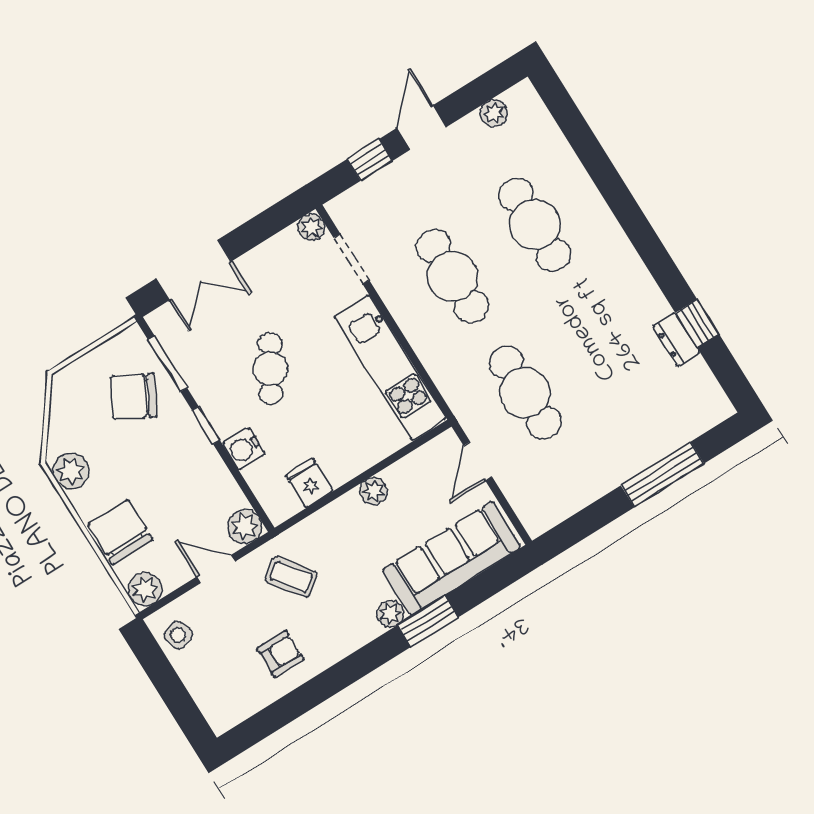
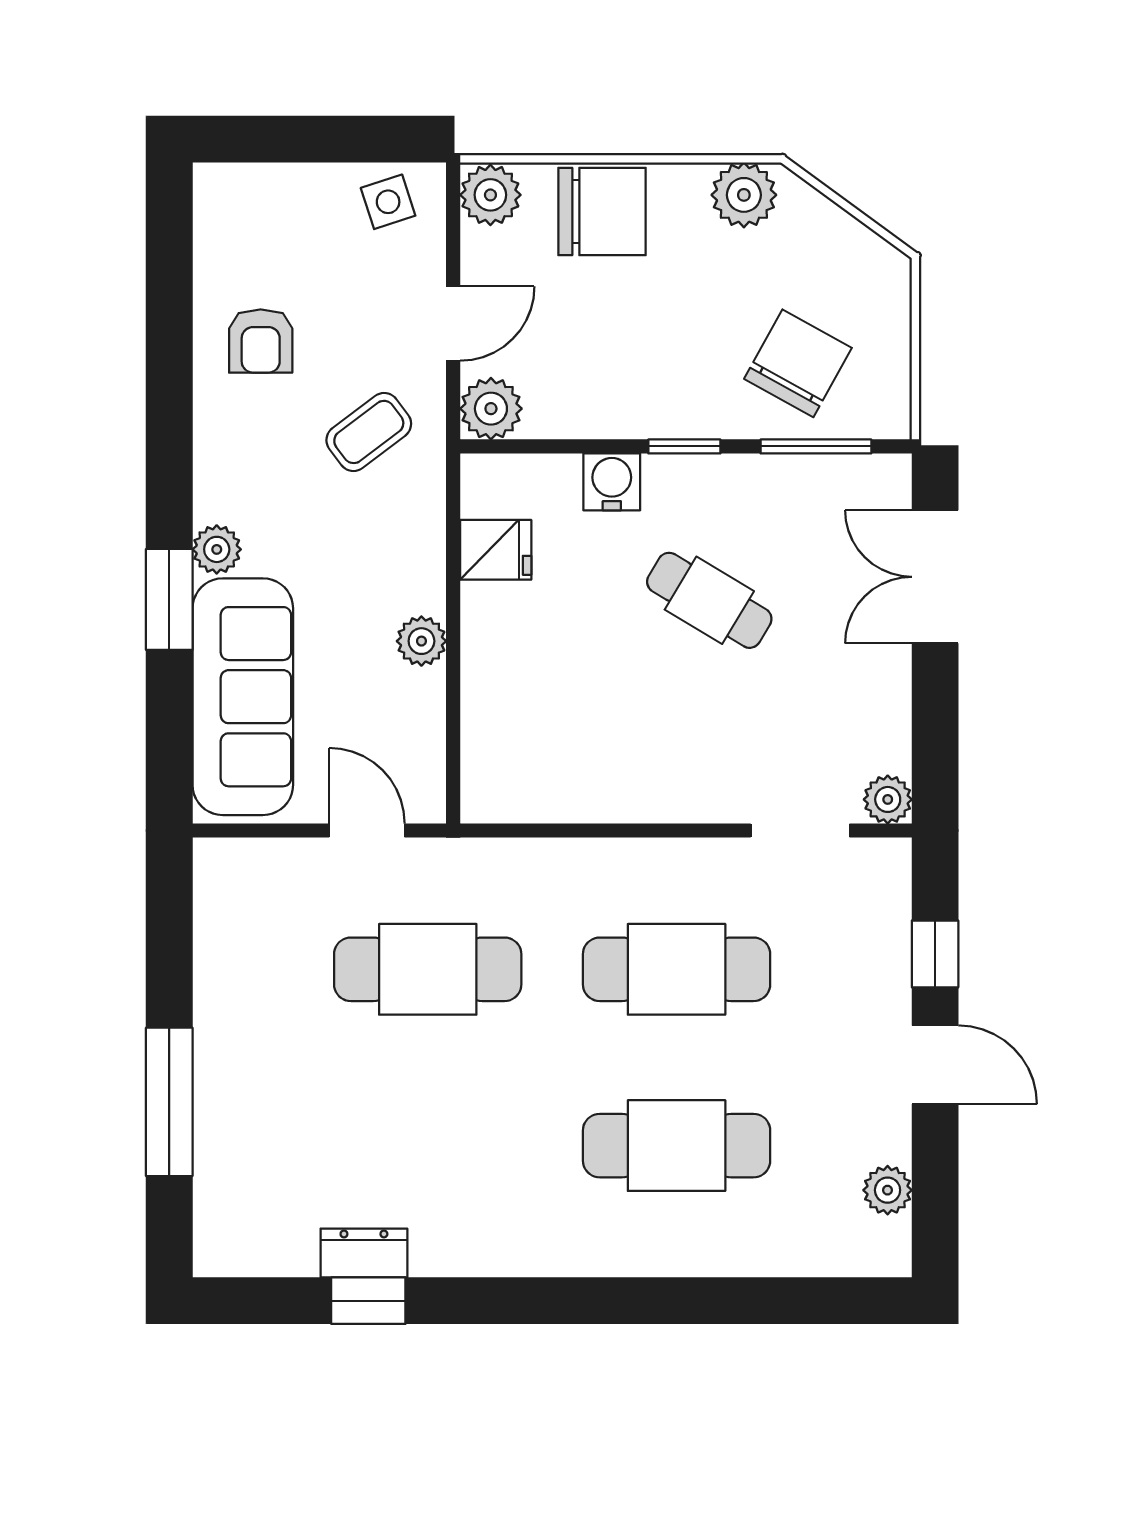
kitchen unit: (390, 367) -> (596, 786), removed

